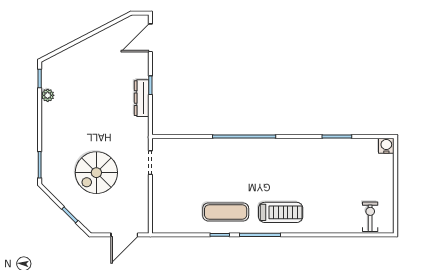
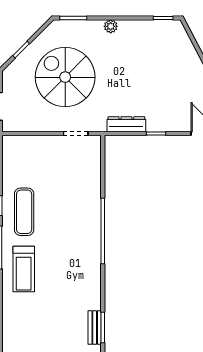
plant: (48, 95) -> (111, 26), moved
dresser: (142, 98) -> (126, 124), moved
bench: (337, 144) -> (95, 328), added
spiral stairs: (96, 173) -> (65, 77), width x1.37, depth x1.37

